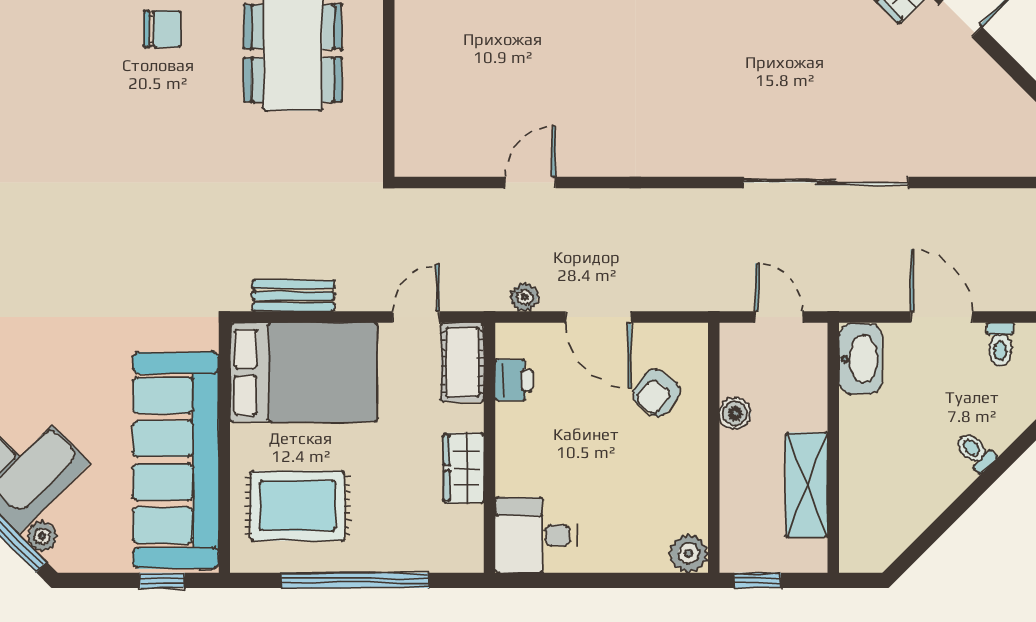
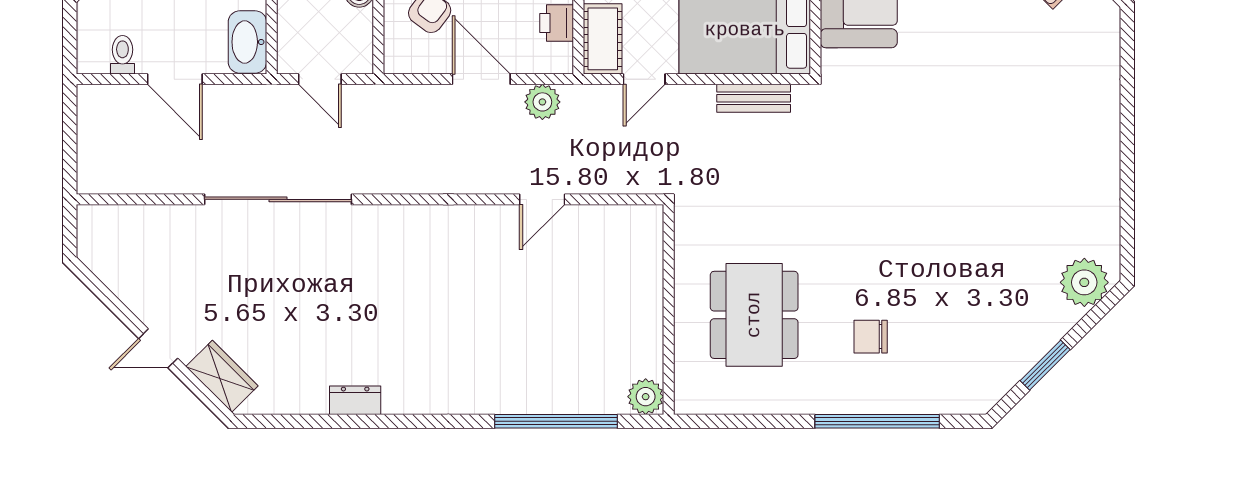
plant: (525, 297) -> (542, 102), width x1.38, depth x1.38

